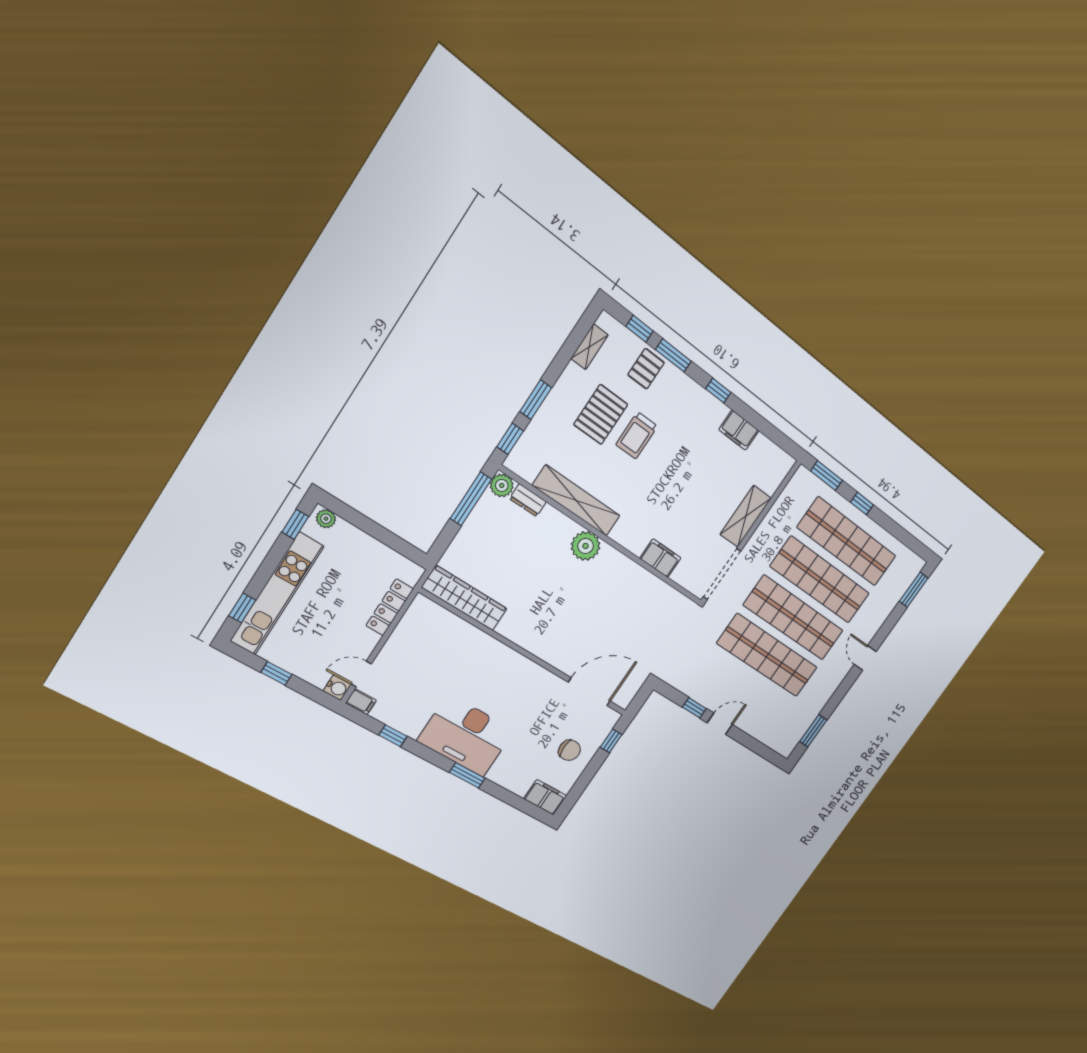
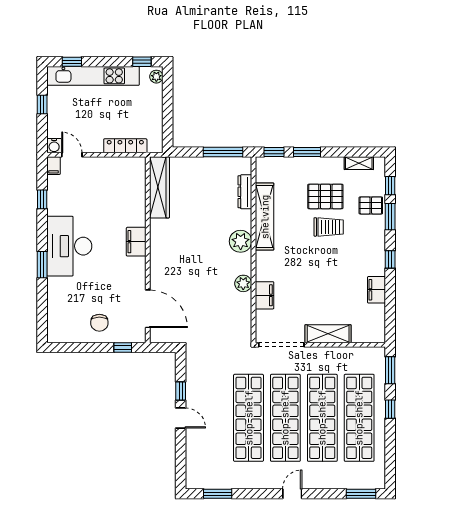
trolley: (637, 435) -> (329, 227), turned 180
plant: (502, 485) -> (243, 283), moved
dresser: (528, 500) -> (245, 192), width x1.44
filing cabinet: (545, 797) -> (136, 242), moved, turned 180

